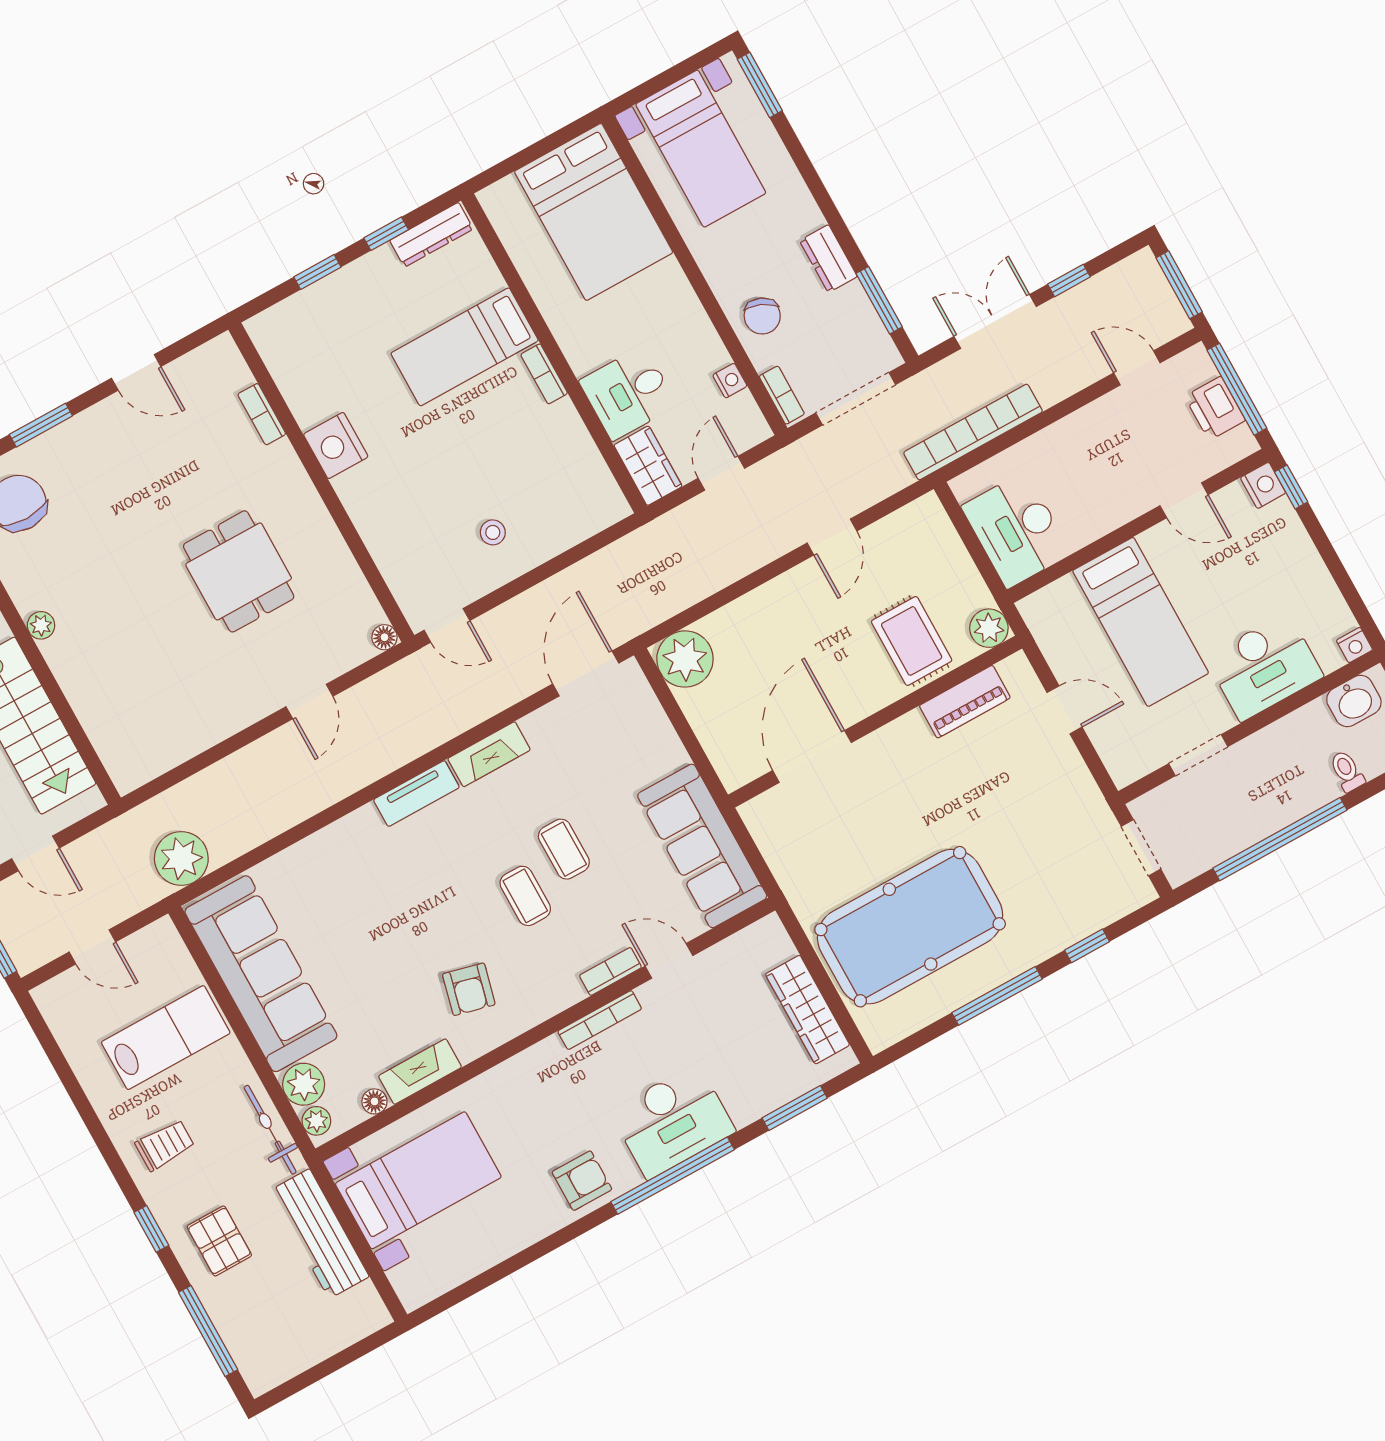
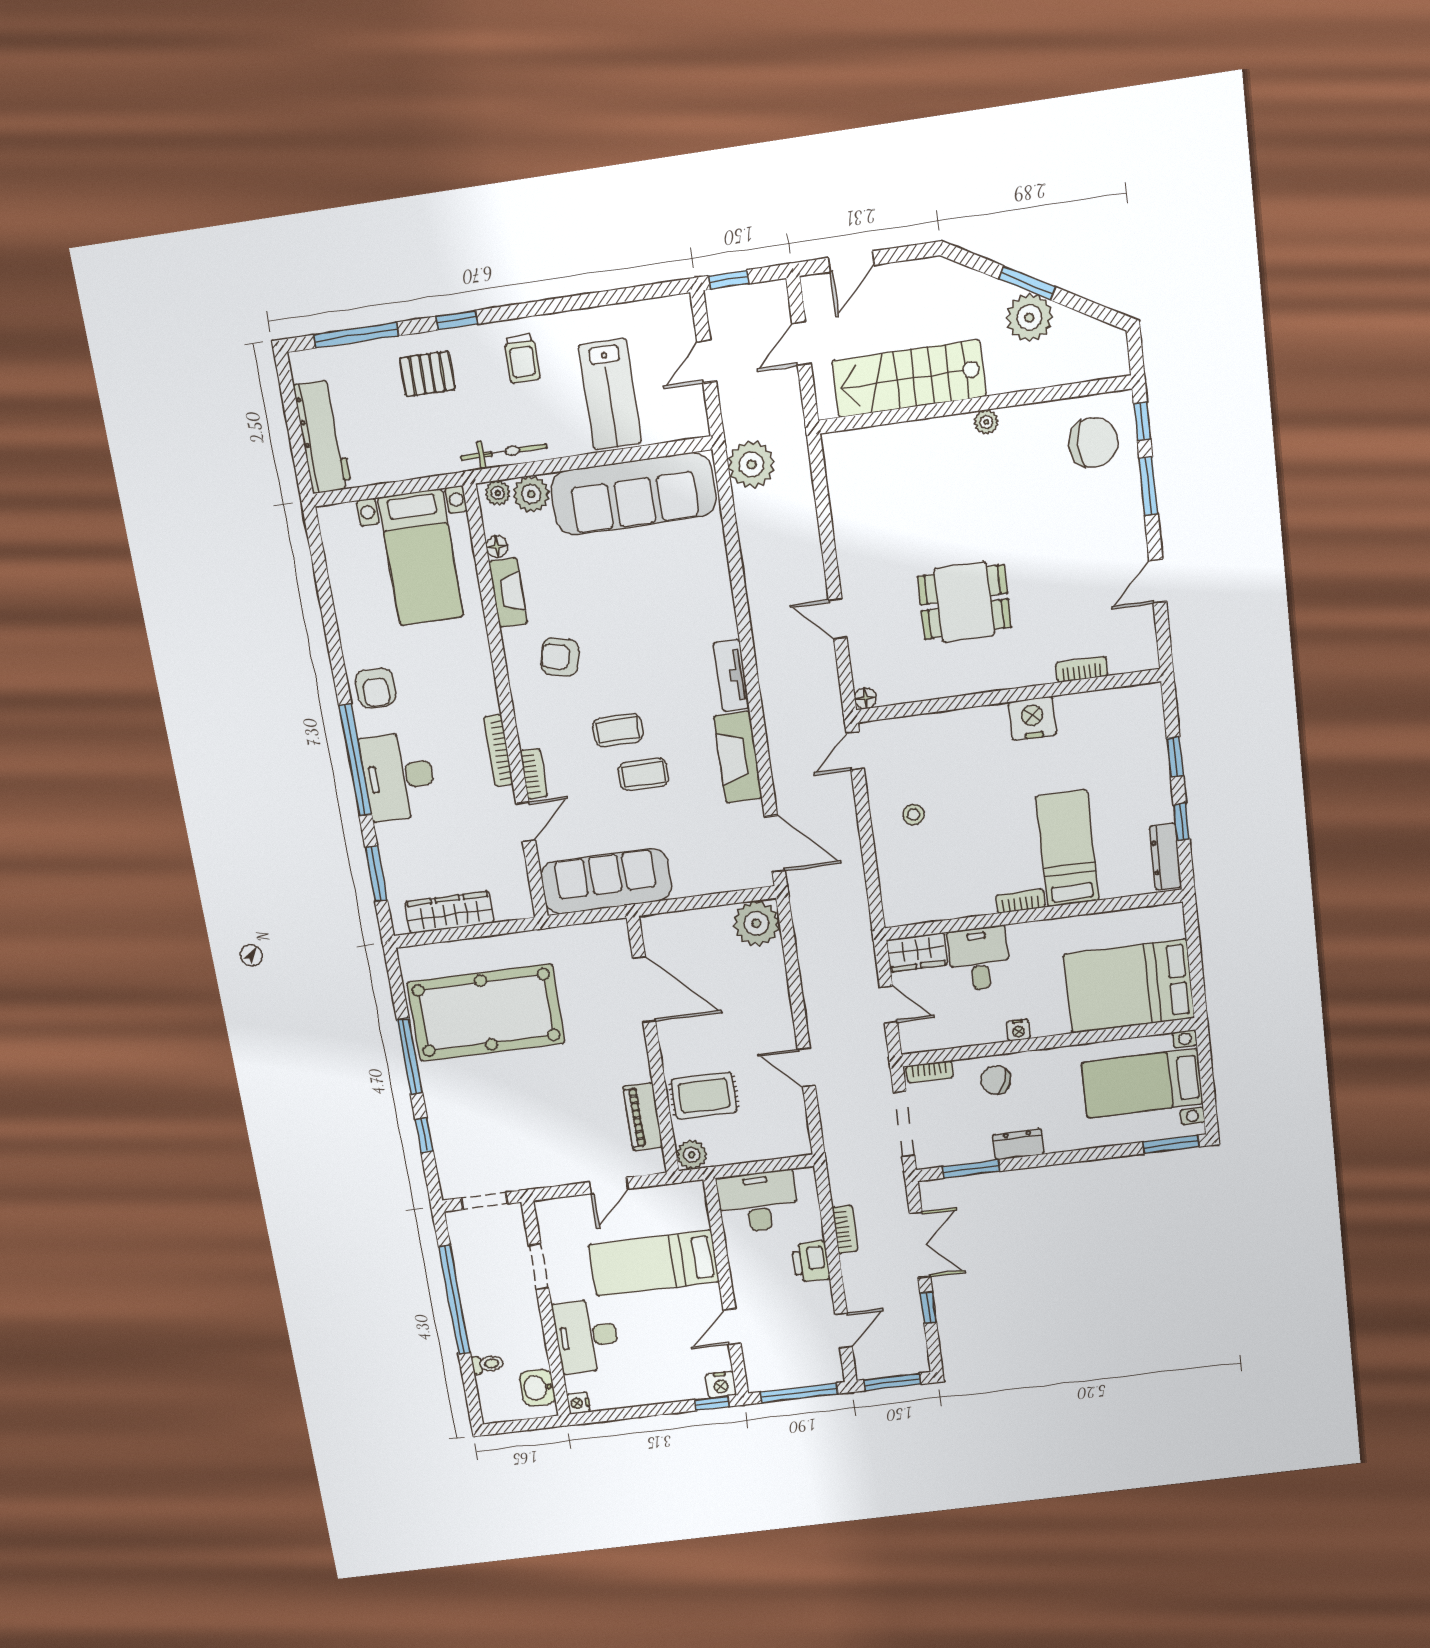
nightstand: (730, 381) -> (1018, 1030), moved
printer: (1215, 408) -> (811, 1262), moved, turned -90
bookcase: (973, 432) -> (845, 1229), width x0.43, depth x0.76
fireplace: (489, 754) -> (738, 757), width x1.37, depth x1.32
pool table: (910, 927) -> (486, 1013), turned 90
workbench: (319, 1234) -> (323, 437), moved, turned 90

